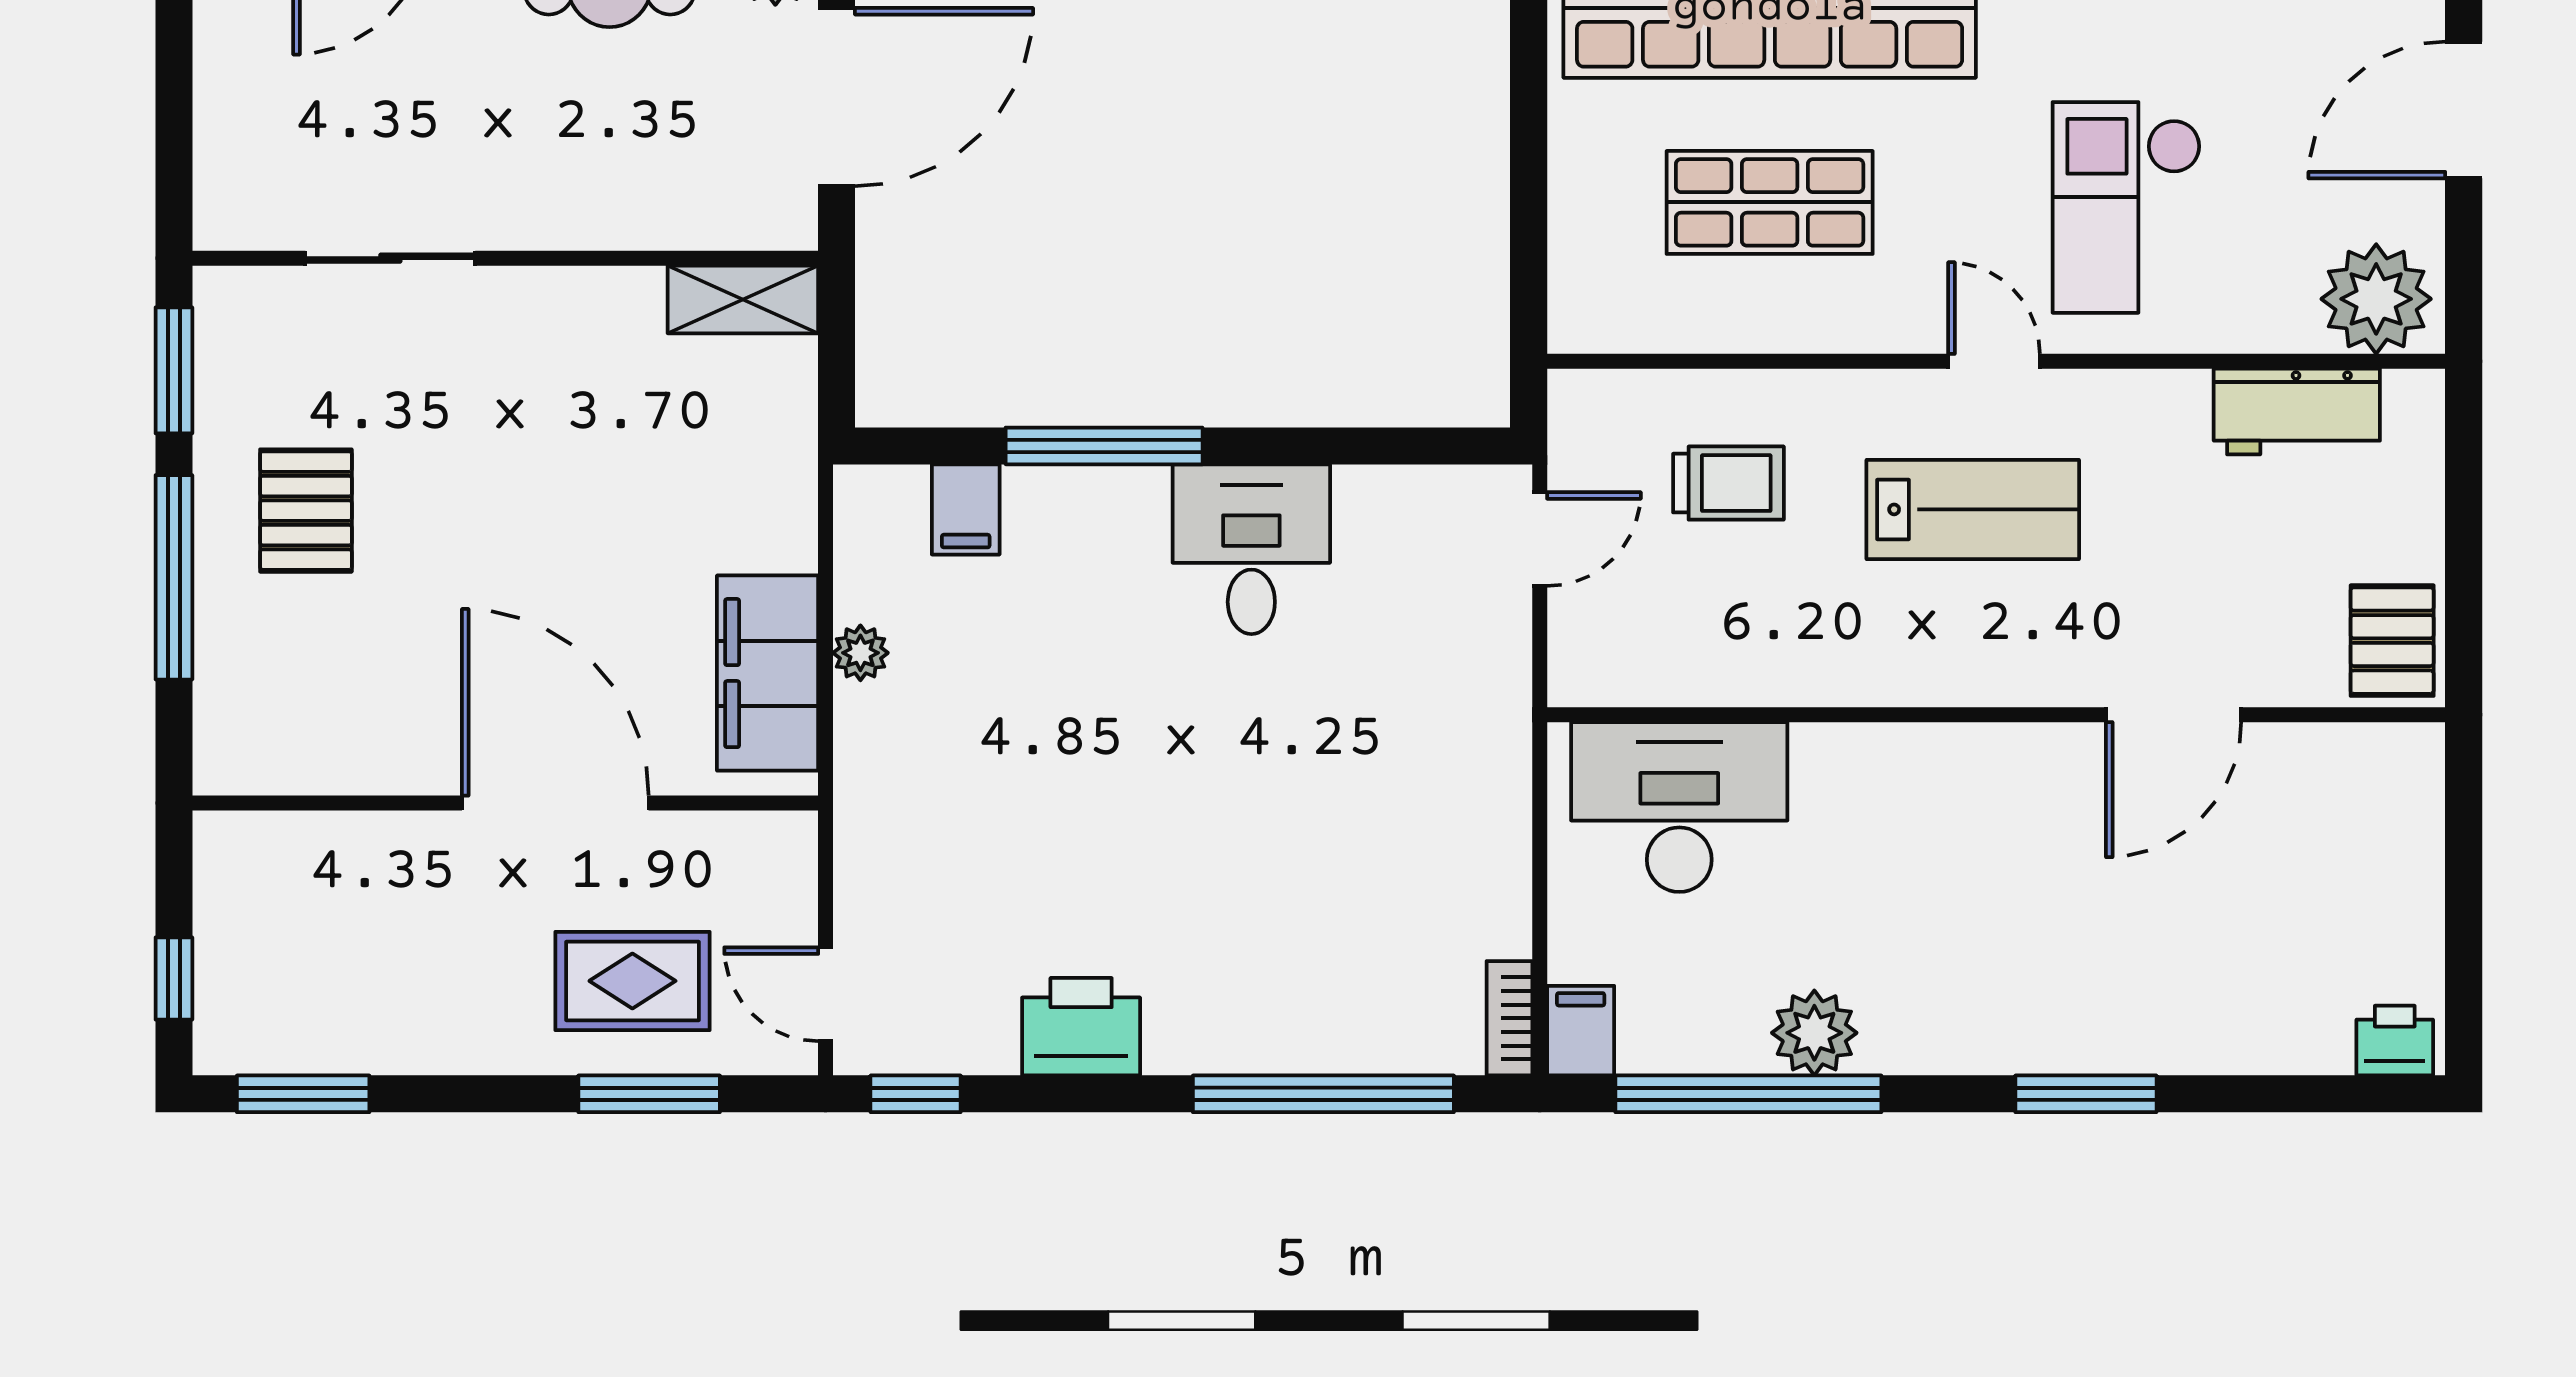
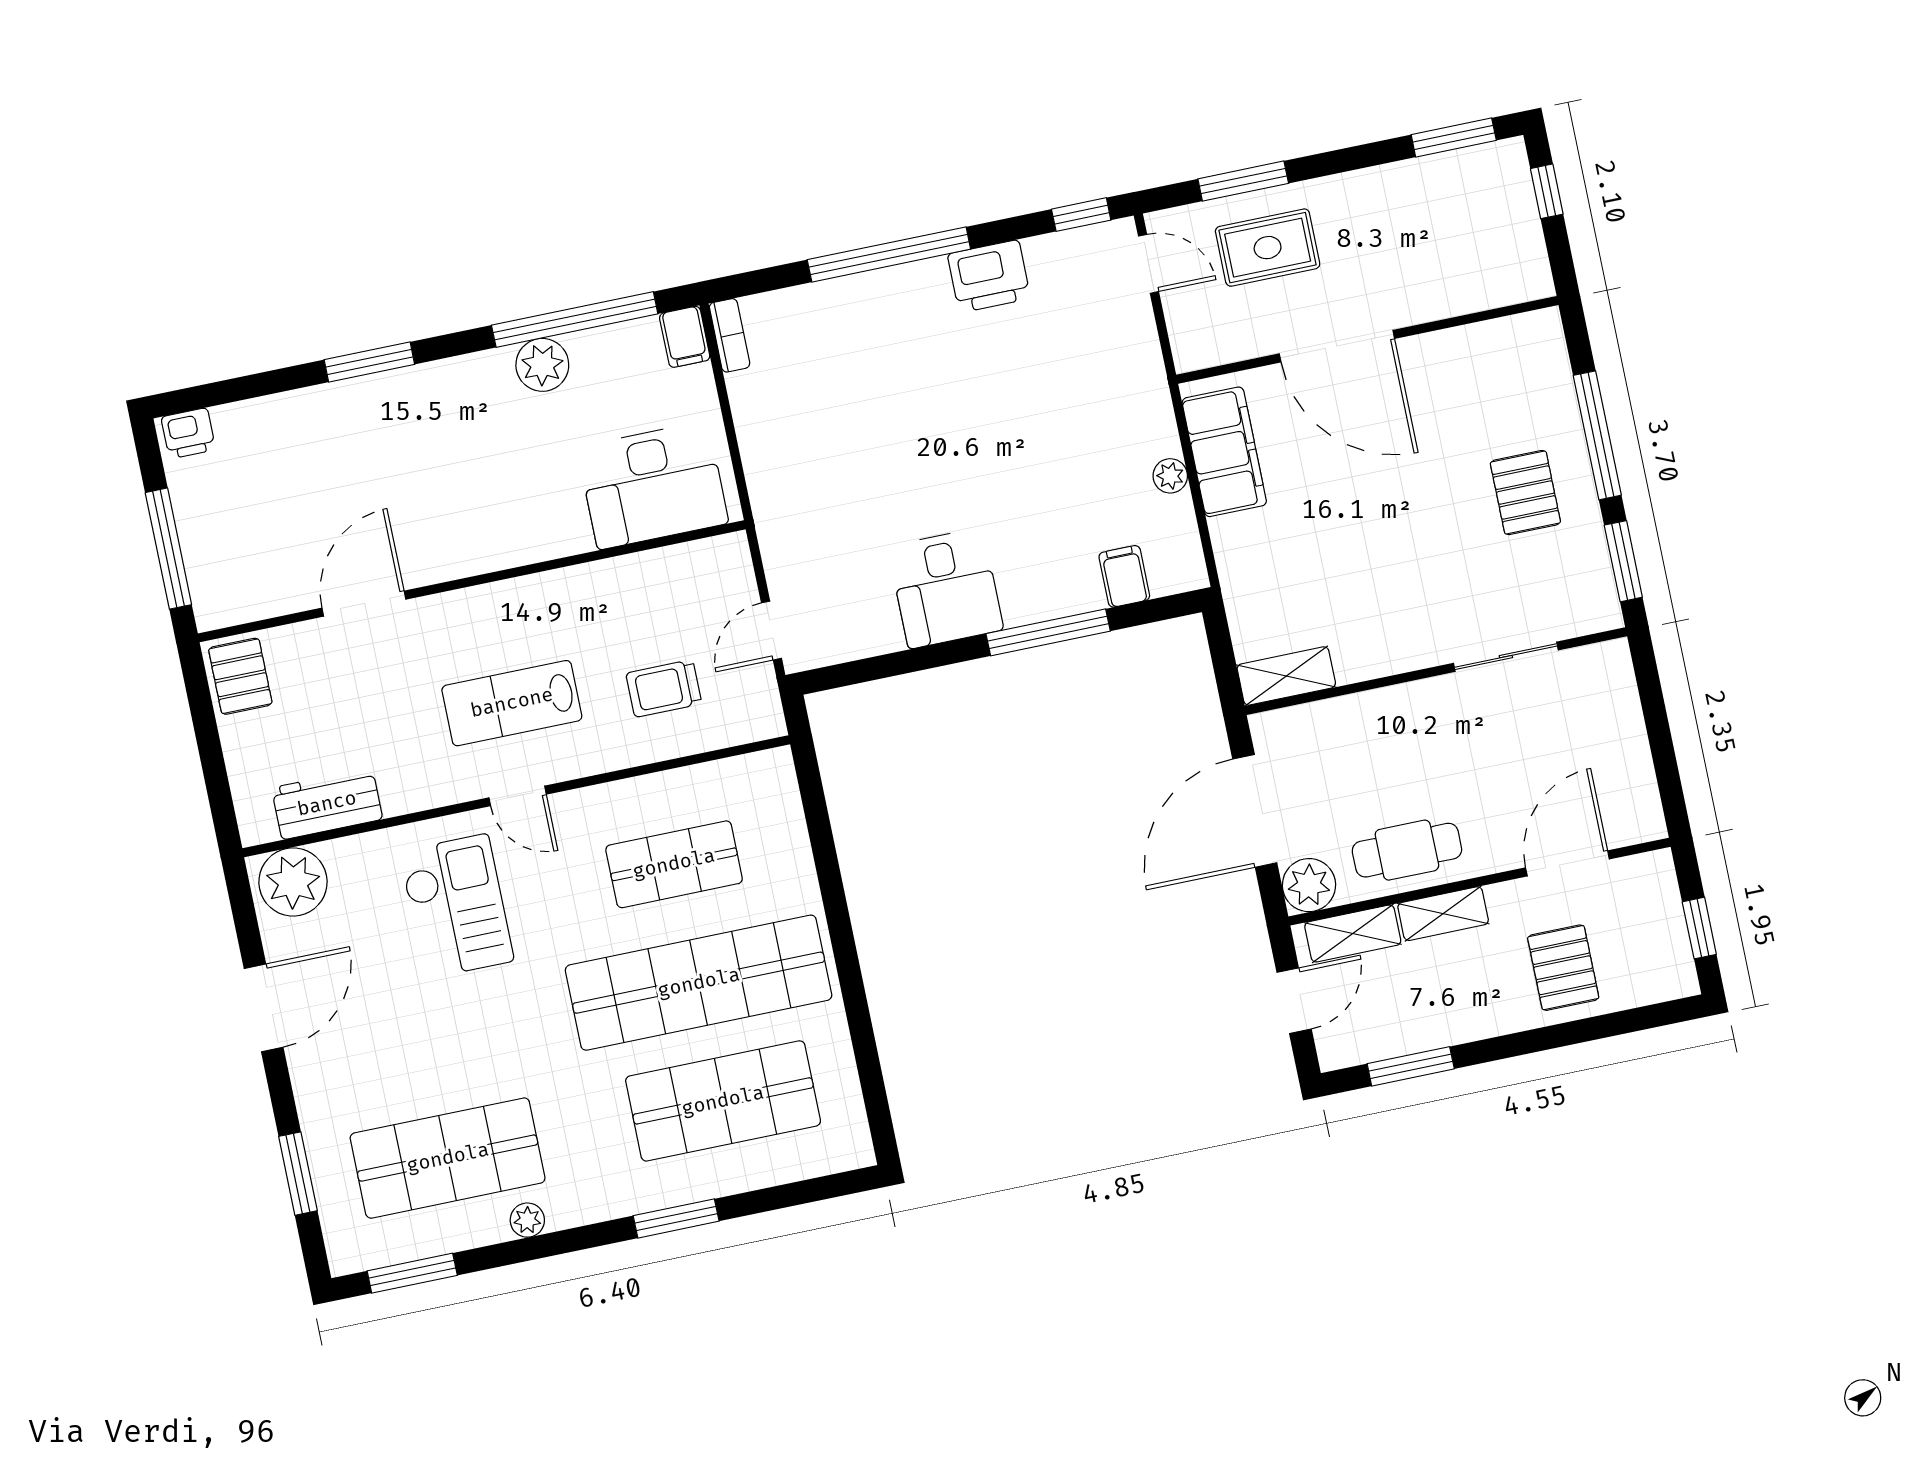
window: (2464, 865) -> (168, 549), added
window: (1323, 1094) -> (889, 254), moved

